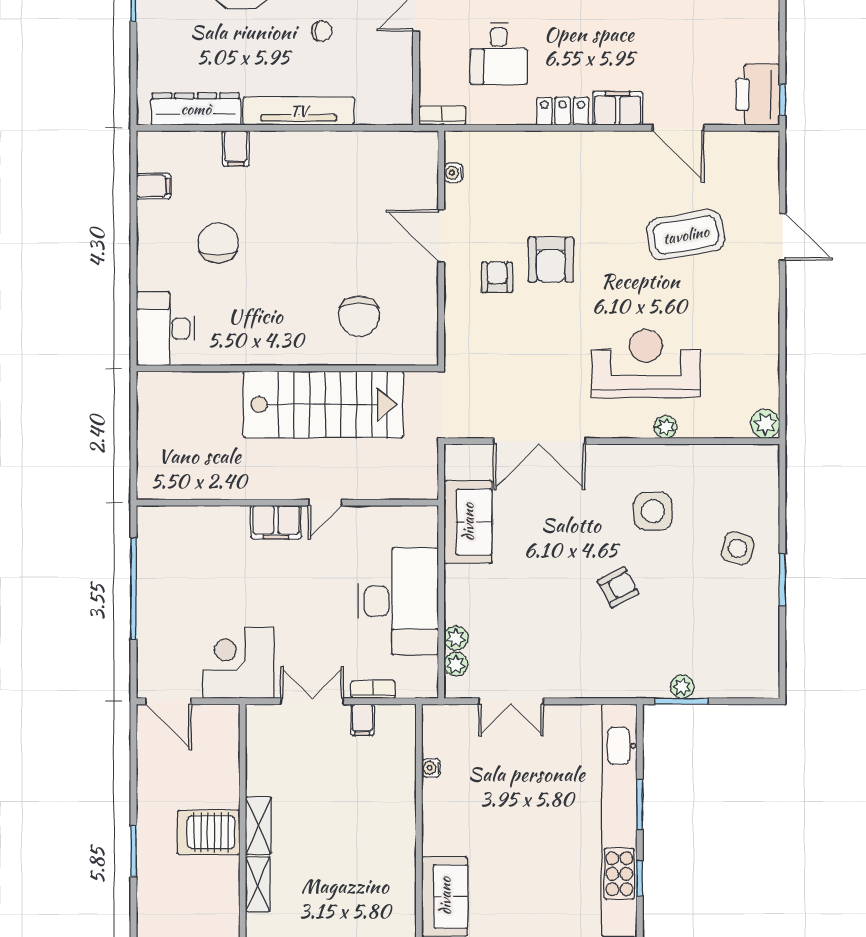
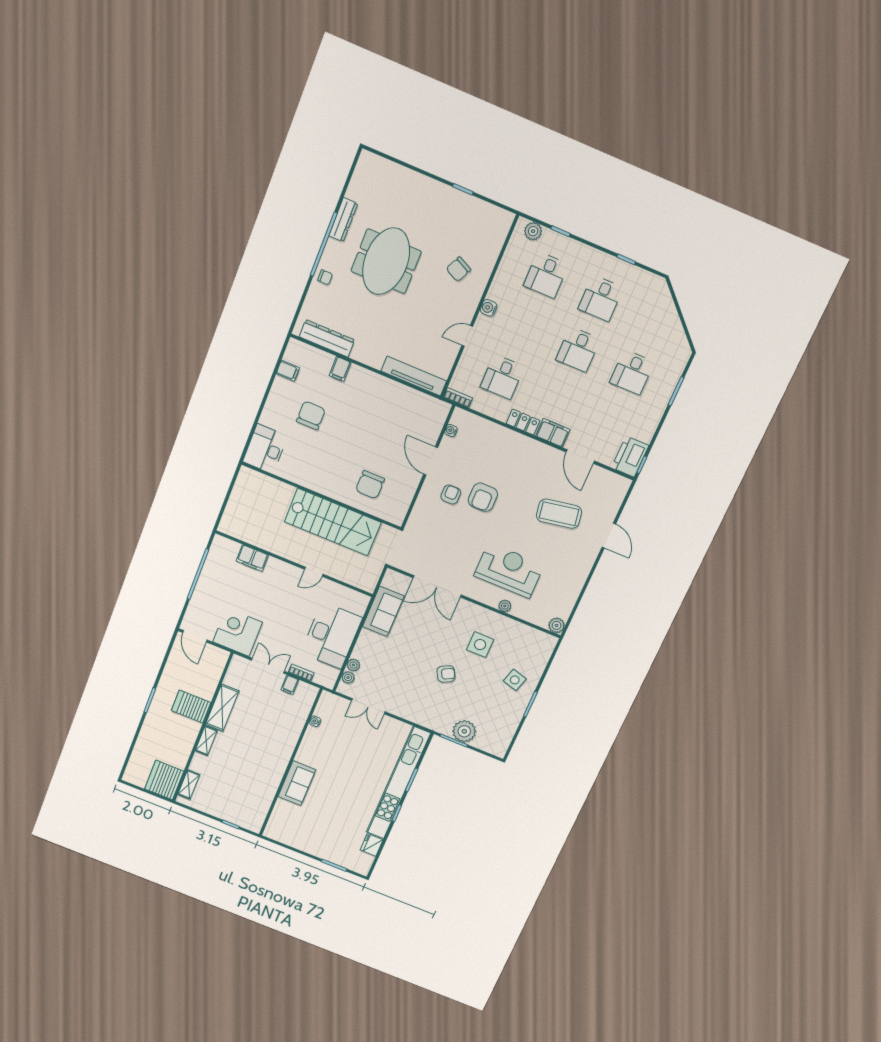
chair: (322, 31) -> (325, 277), moved
tv unit: (299, 111) -> (414, 376), moved
filing cabinet: (276, 522) -> (252, 558), moved
plant: (682, 687) -> (464, 731), width x1.88, depth x1.88
shelving: (258, 826) -> (222, 708), width x1.50, depth x1.33

